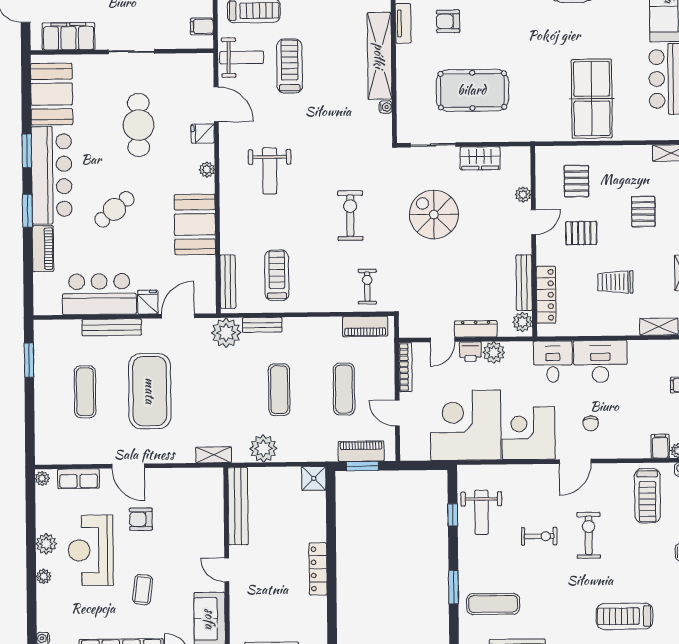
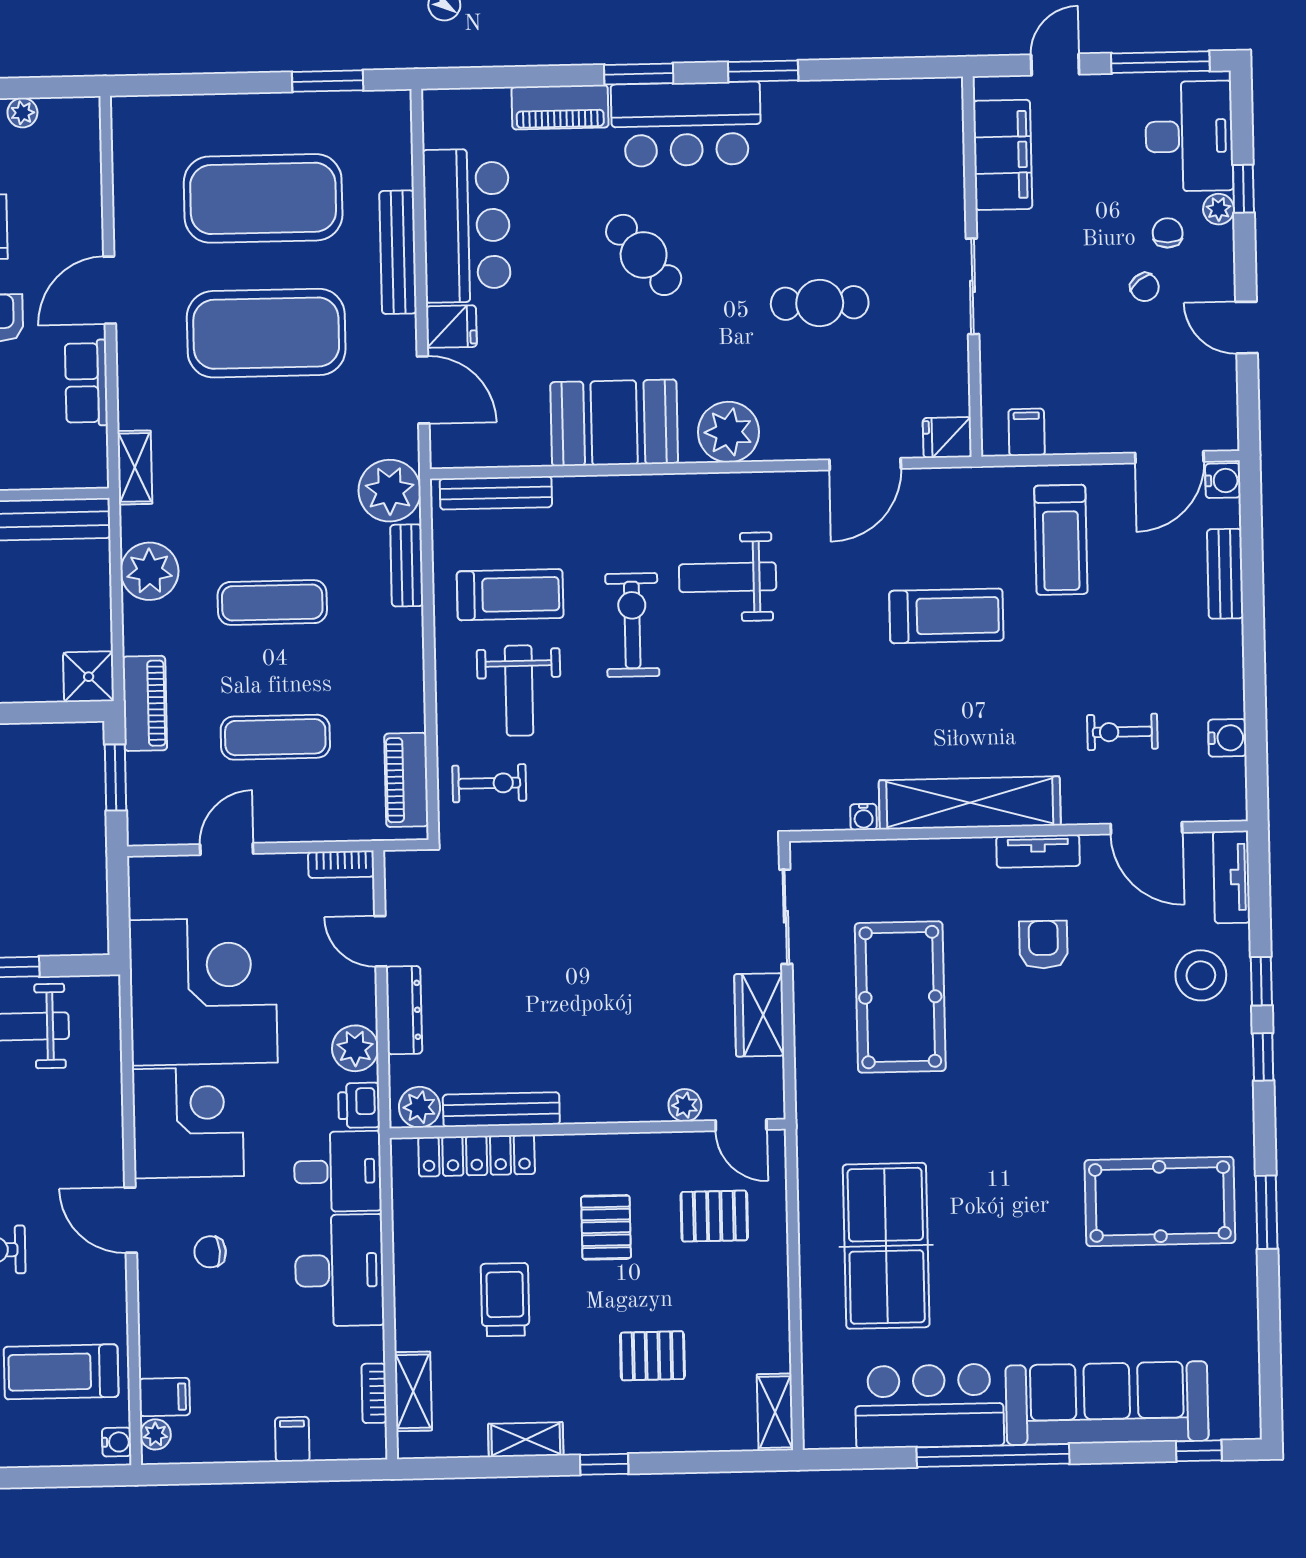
weight bench: (242, 57) -> (519, 691), moved
booth: (52, 94) -> (882, 121), removed
table tennis table: (592, 99) -> (886, 1246), turned 90
cafe table: (139, 125) -> (820, 303), width x0.73, depth x0.74
fridge: (203, 134) -> (947, 437), moved, turned -90
plant: (207, 170) -> (728, 432), width x1.88, depth x1.88
bar counter: (52, 175) -> (686, 124), width x0.73
exercise bike: (350, 215) -> (632, 625), moved, turned -90
spiral stairs: (434, 215) -> (641, 920), removed
door: (533, 222) -> (741, 1125), moved
bookcase: (660, 345) -> (374, 1393), added
printer: (470, 352) -> (359, 1105), moved
bookcase: (405, 367) -> (341, 864), width x0.64
exercise mat: (85, 392) -> (263, 198), width x2.00, depth x1.45
piano: (361, 451) -> (145, 703), moved
plant: (42, 478) -> (22, 113), moved
row of seats: (79, 479) -> (86, 383), moved

